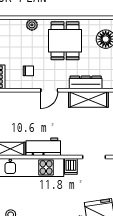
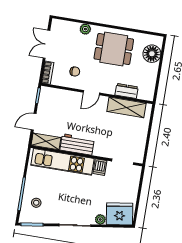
dining table: (65, 41) -> (114, 49), turned 90
dresser: (86, 82) -> (127, 91), width x0.70

